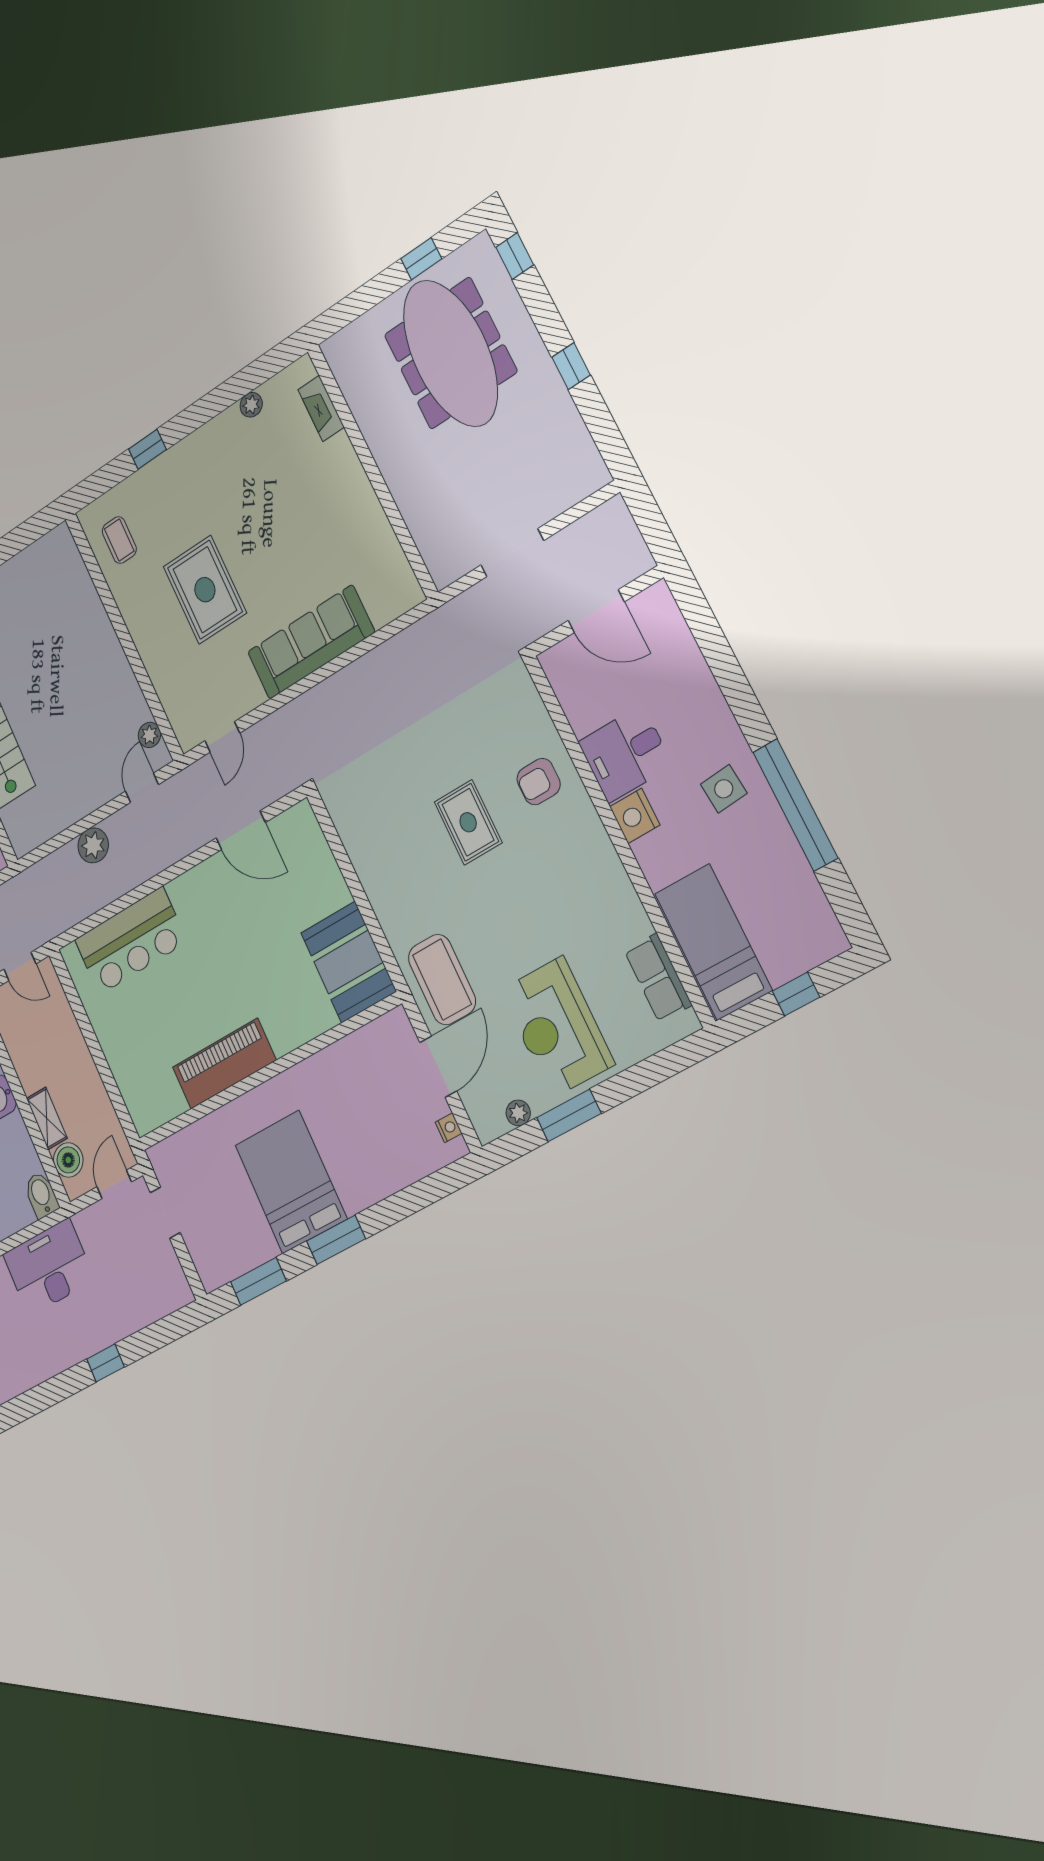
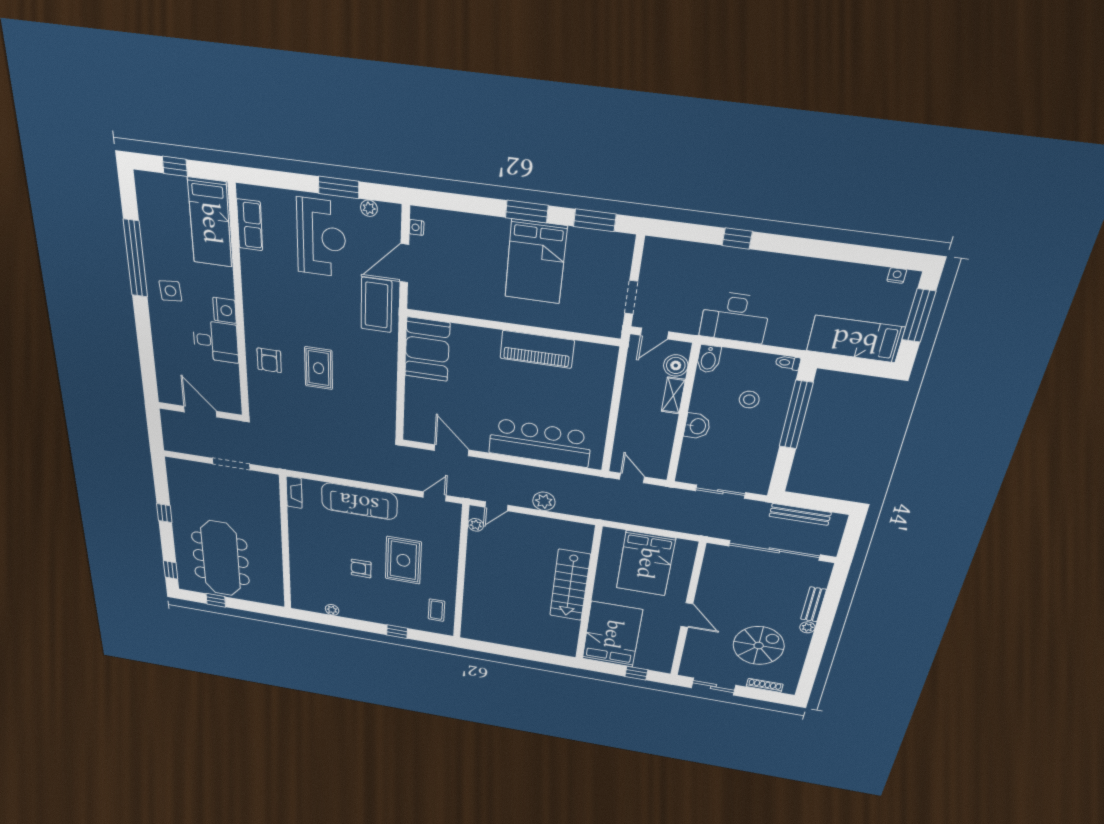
fireplace: (321, 408) -> (294, 492), moved
armchair: (251, 522) -> (361, 568), added
armchair: (539, 782) -> (269, 360), turned 90
bar counter: (131, 941) -> (540, 443), width x1.36

